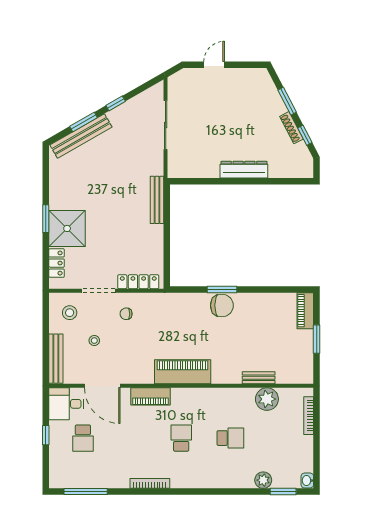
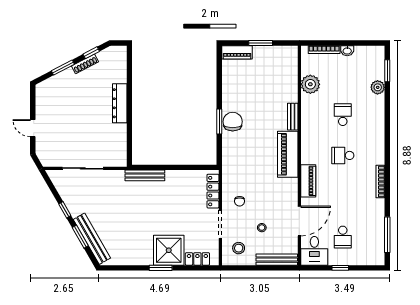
bench: (259, 378) -> (293, 117), moved
school desk: (83, 438) -> (343, 237), turned 90
washbasin: (307, 481) -> (347, 51), moved

